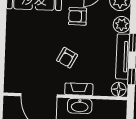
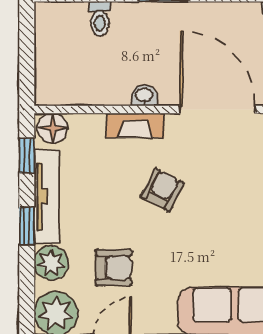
armchair: (78, 16) -> (114, 267), moved
washbasin: (80, 106) -> (144, 95), width x0.52, depth x0.69

